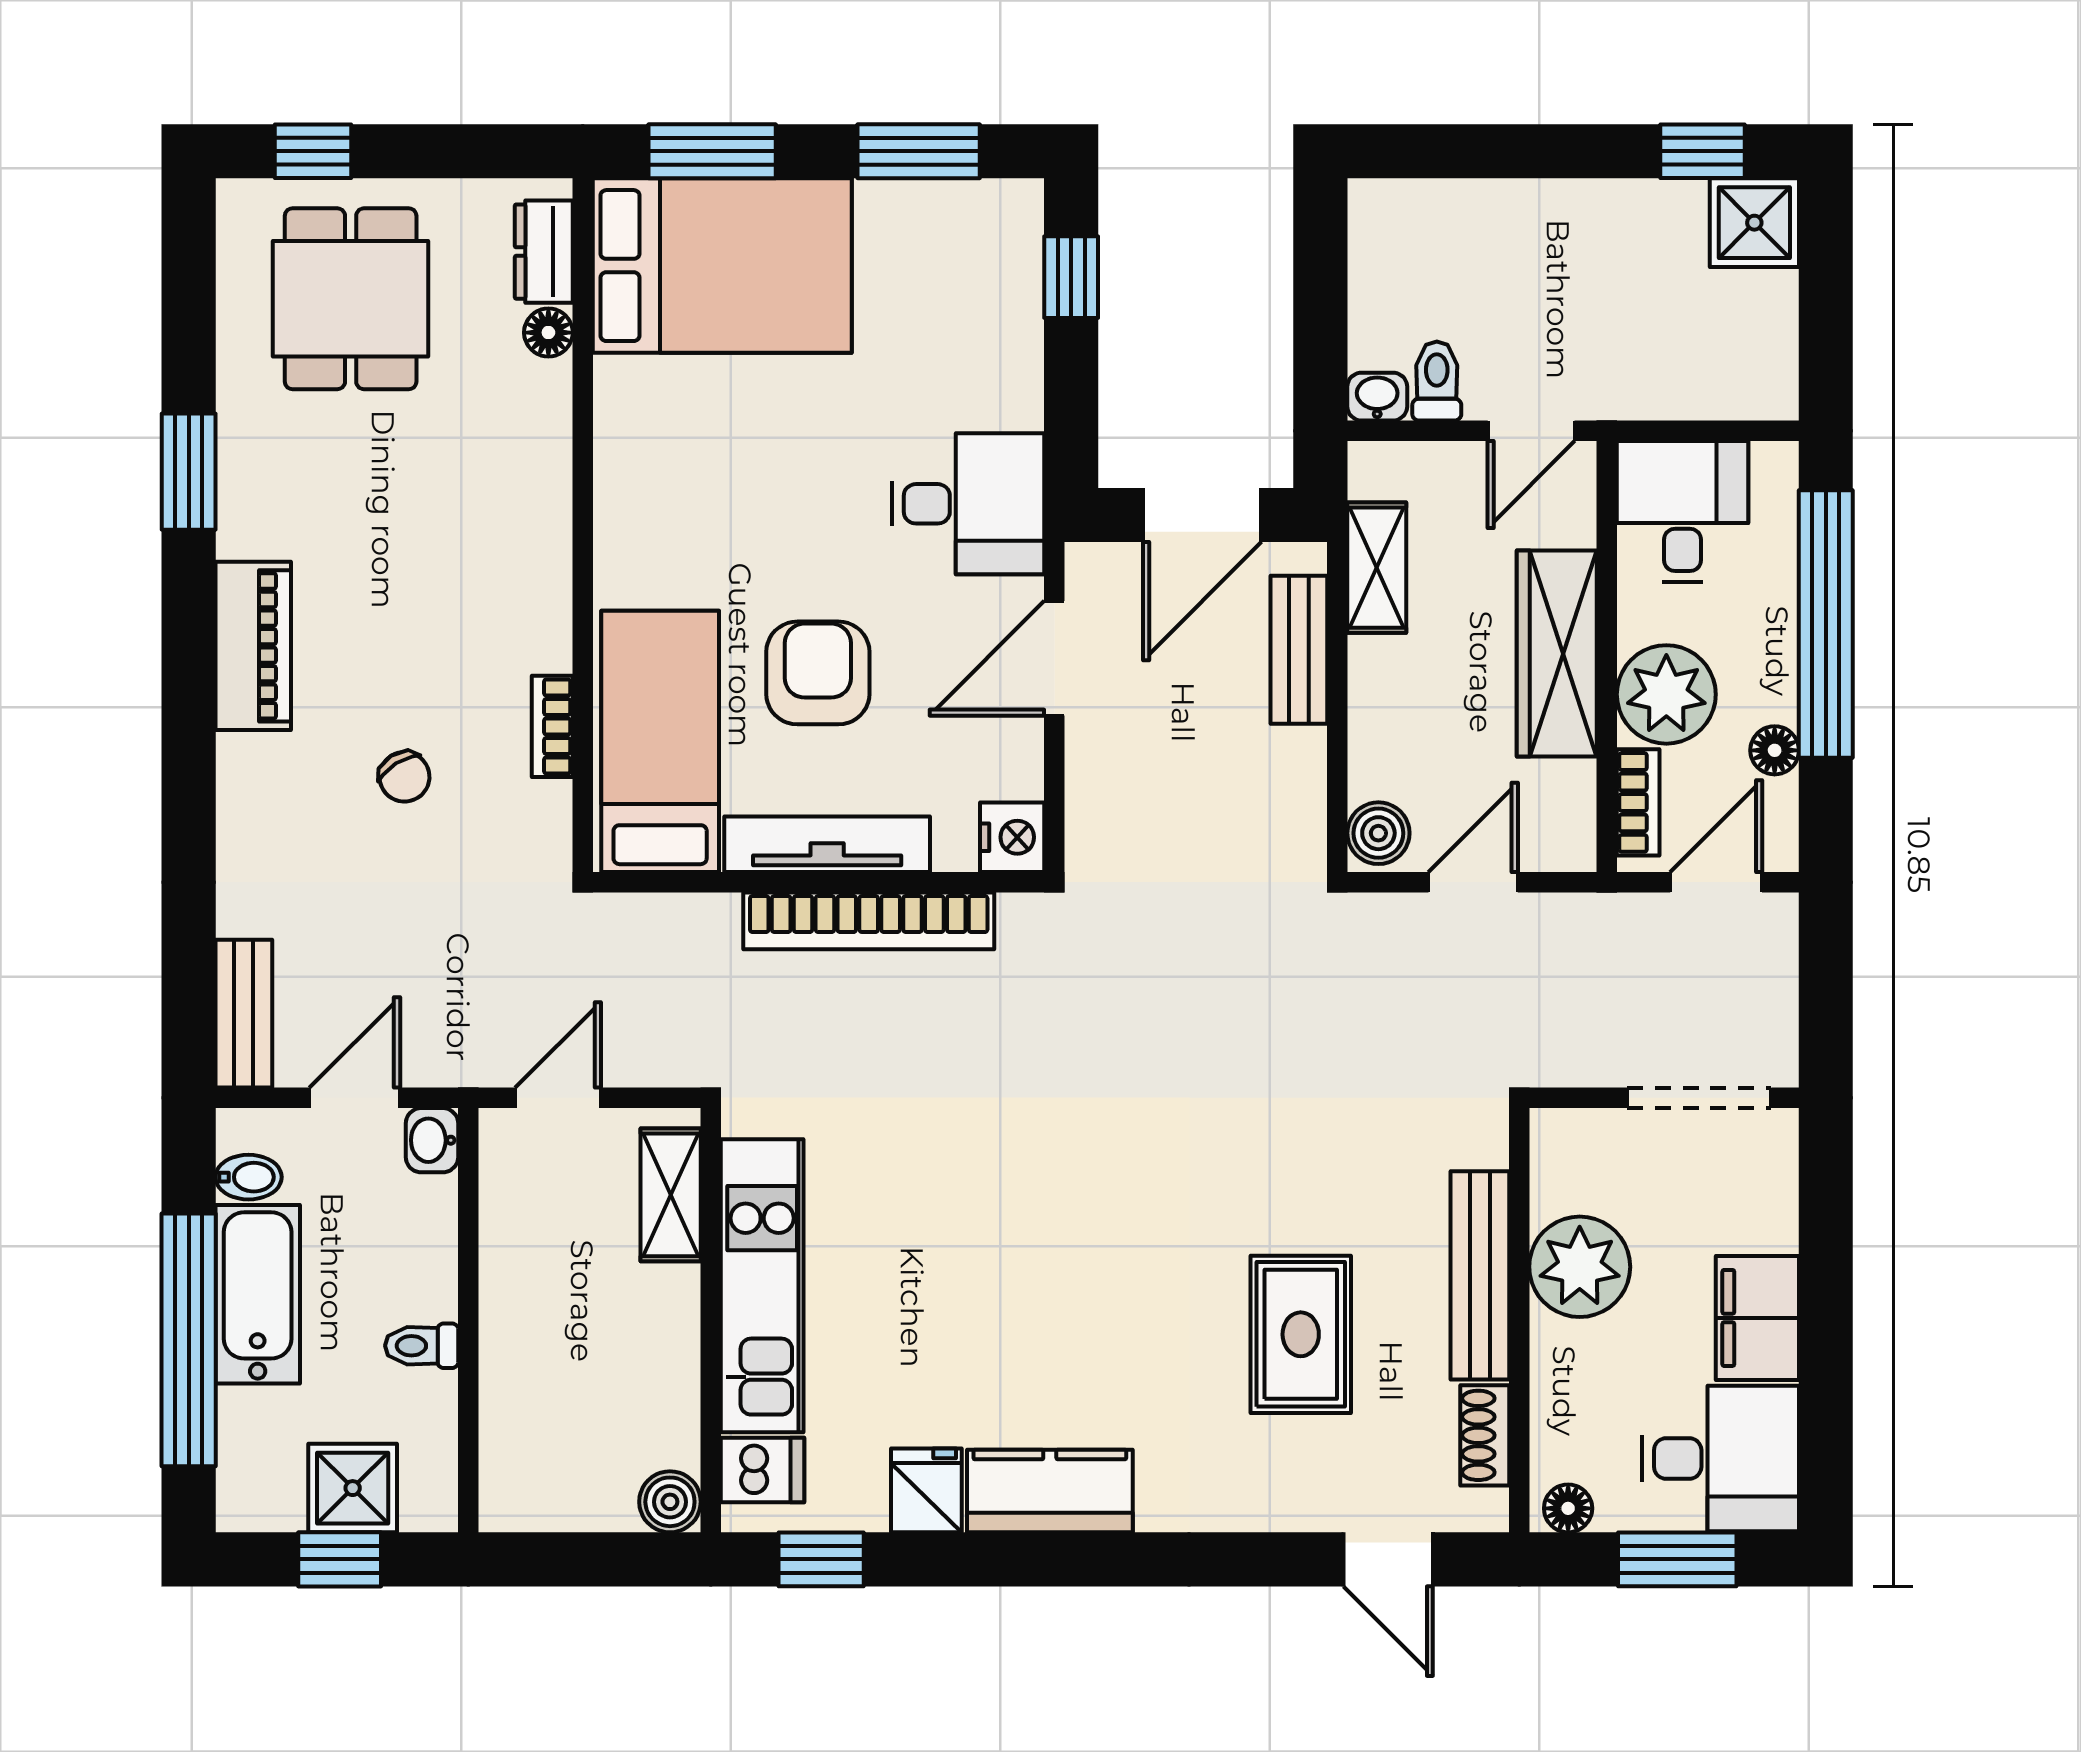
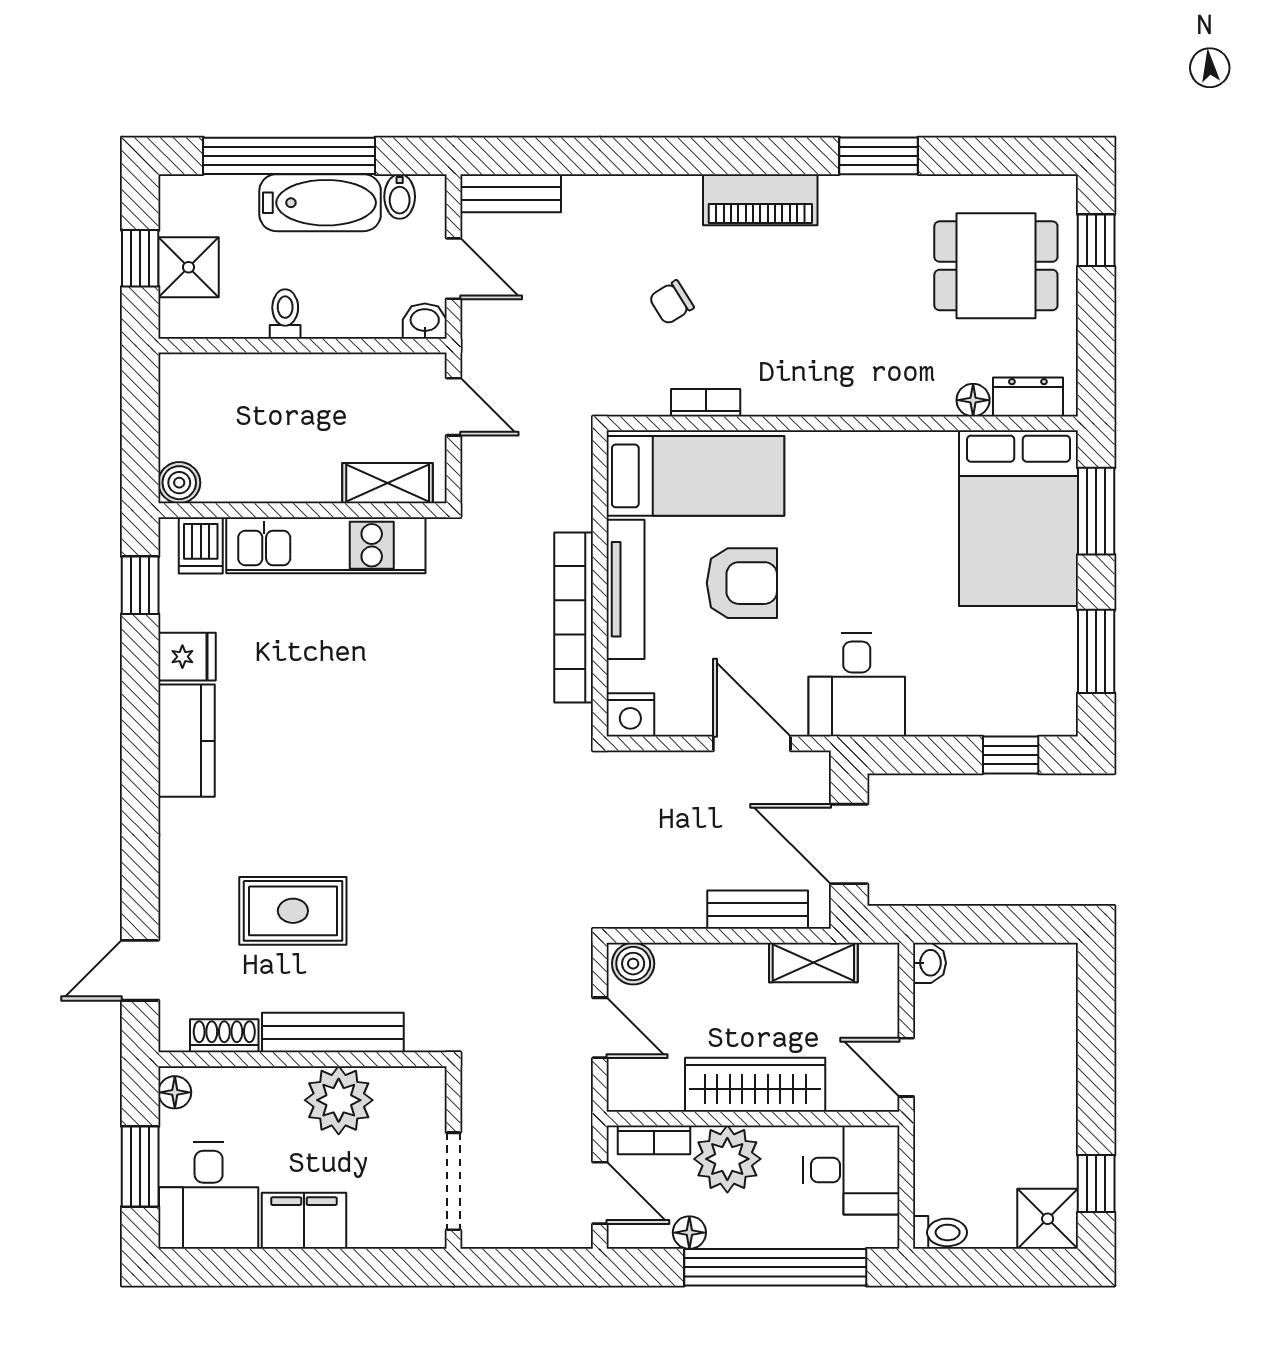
toilet: (1437, 381) -> (940, 1232), moved

